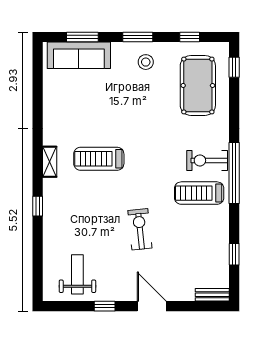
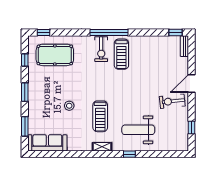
sofa: (79, 55) -> (47, 143), moved, turned -90
stool: (146, 62) -> (69, 106), moved
exercise bike: (140, 229) -> (172, 101), moved
window: (234, 254) -> (175, 32), moved
weight bench: (77, 274) -> (138, 130), moved, width x1.36, depth x1.33
window: (105, 306) -> (191, 127), moved

